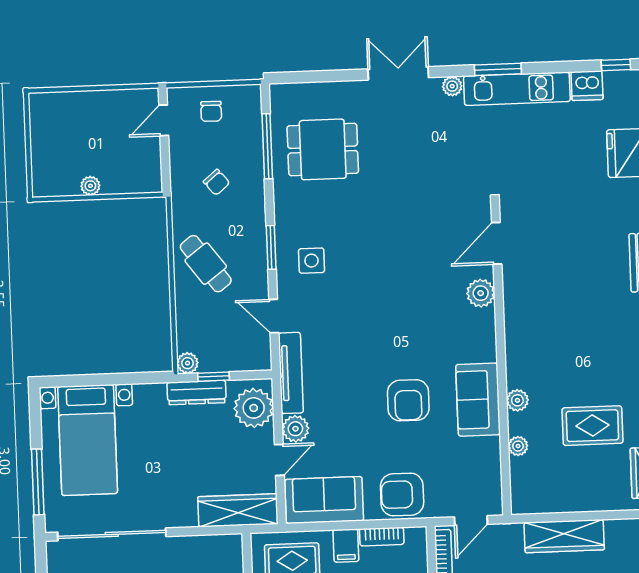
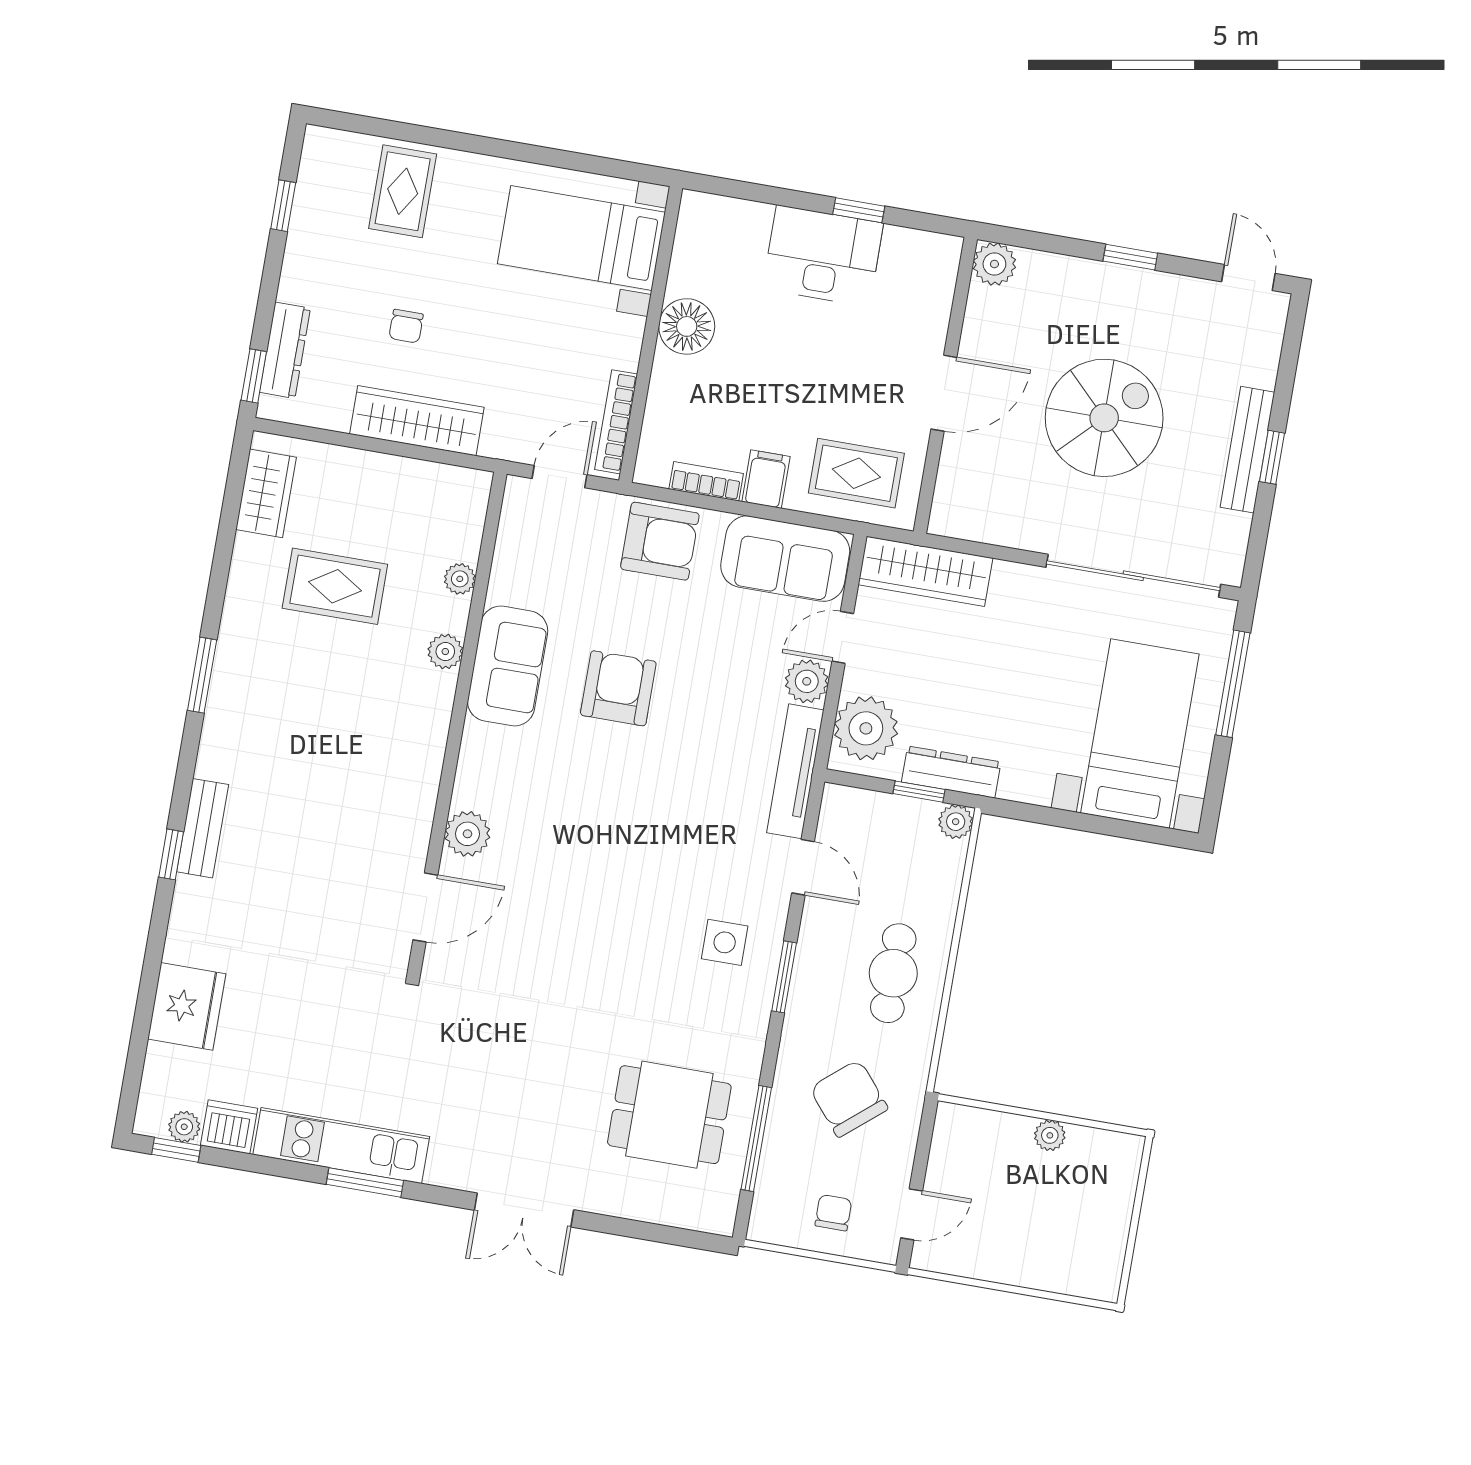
plant: (452, 86) -> (184, 1127), moved
chair: (217, 182) -> (849, 1098), width x1.87, depth x1.87
cafe table: (206, 264) -> (893, 973), turned 37

